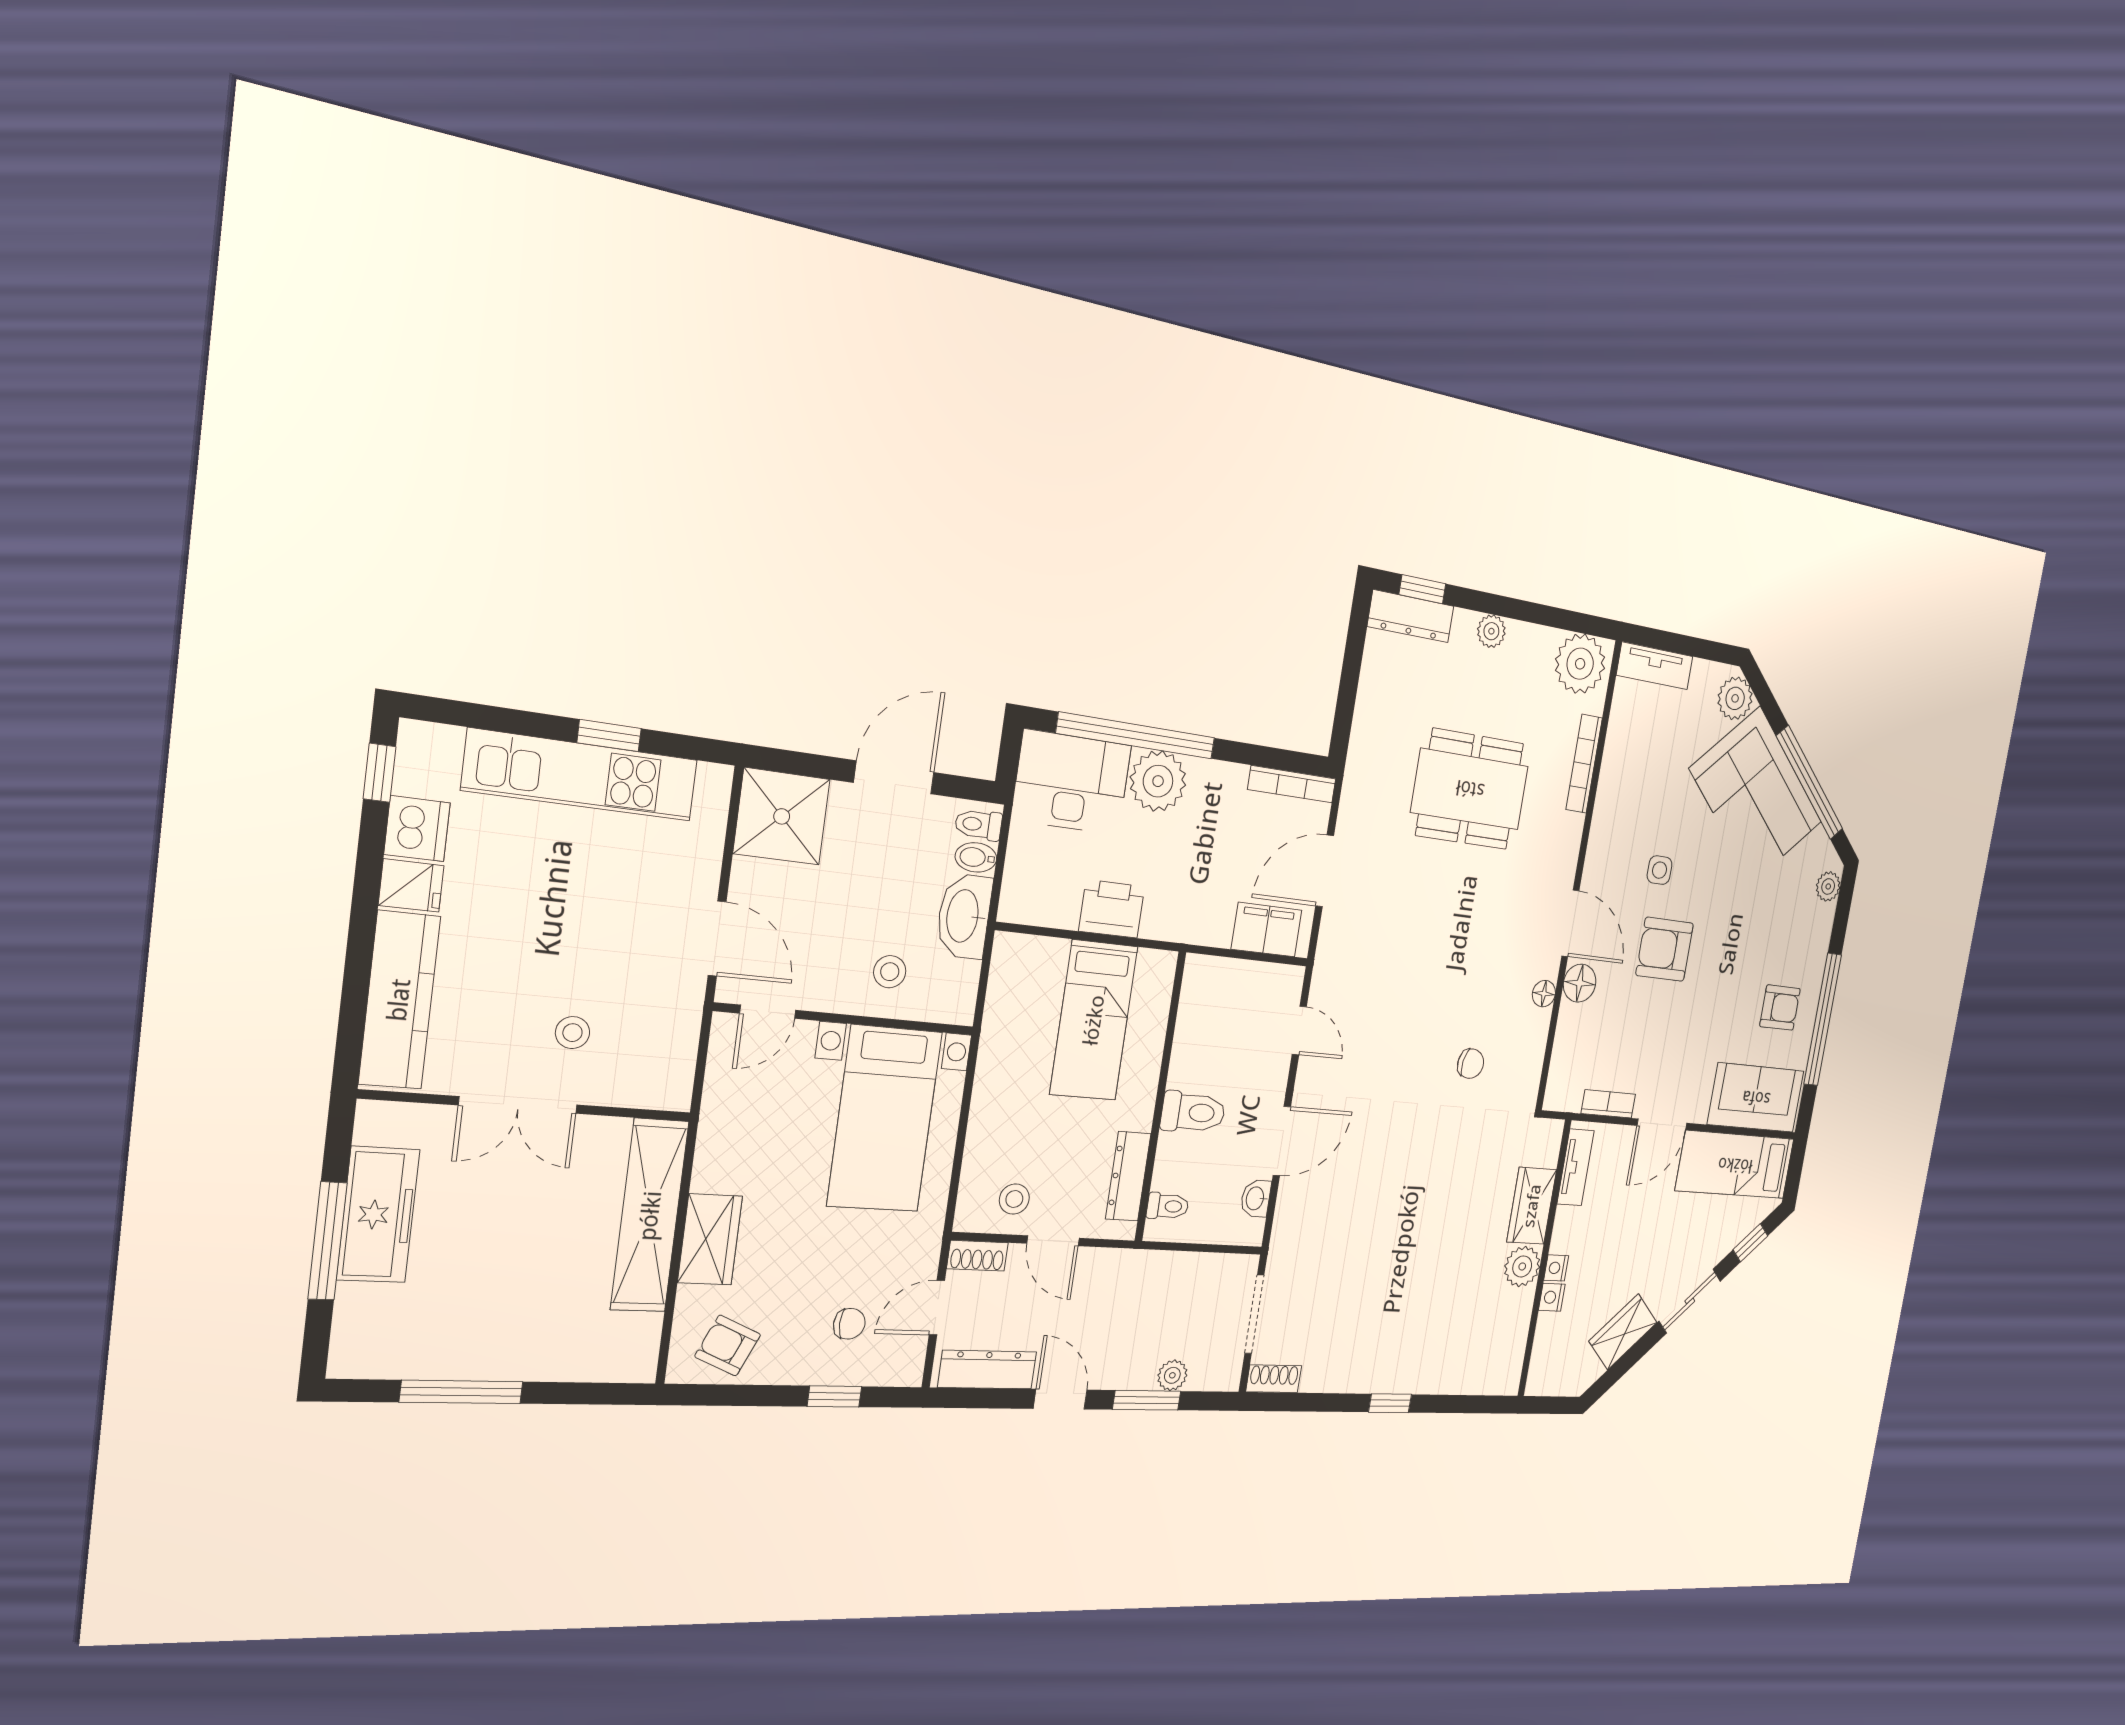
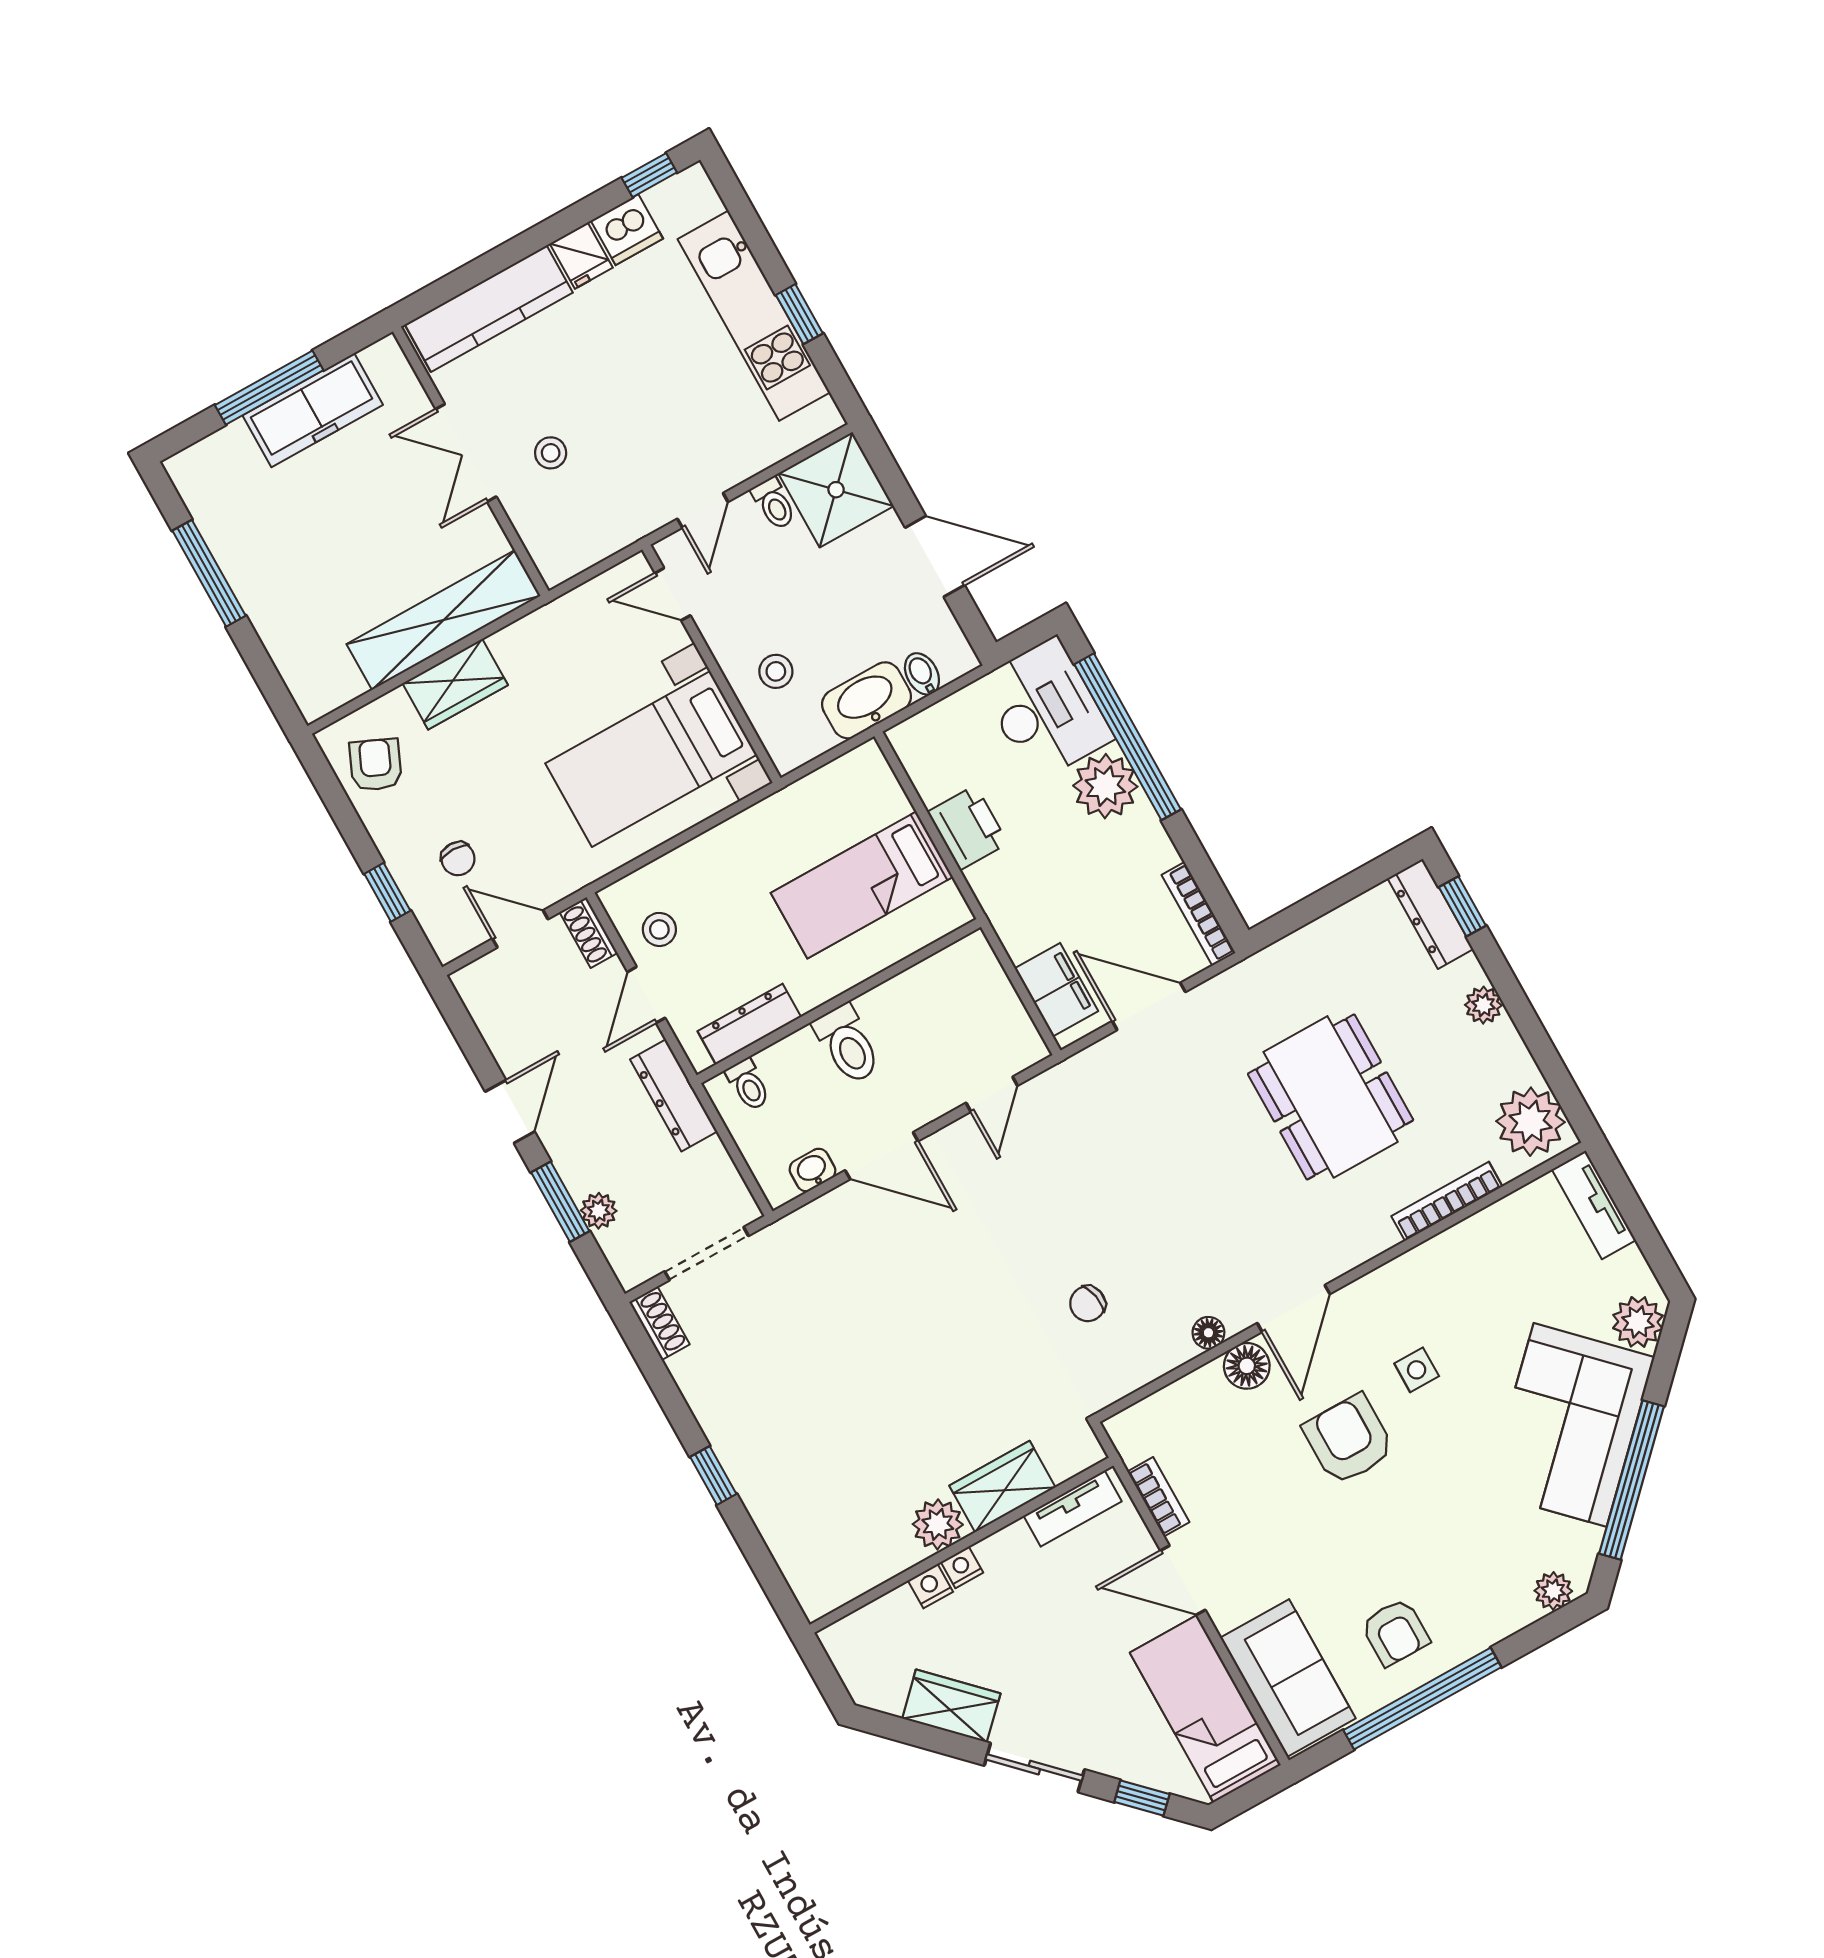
toilet: (978, 825) -> (774, 504), moved, turned 180
door: (717, 939) -> (703, 510), width x0.73
chair: (1471, 1064) -> (1088, 1304), turned 69
dresser: (987, 1370) -> (674, 1095), moved, turned 180

